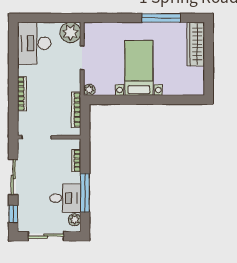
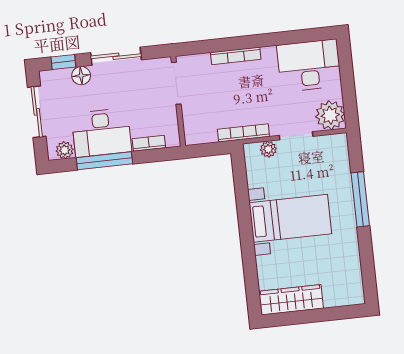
window: (161, 18) -> (360, 199), moved
wardrobe: (196, 44) -> (291, 300), moved
plant: (89, 90) -> (268, 149), moved
bookcase: (76, 110) -> (243, 133), moved
desk: (65, 198) -> (102, 133), width x1.37
floor lamp: (24, 203) -> (81, 76), added

